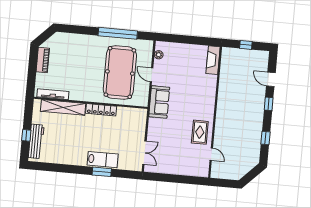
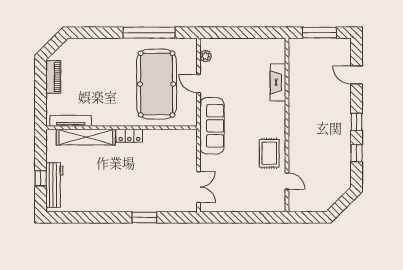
window: (246, 45) -> (320, 33), width x2.17
fireplace: (213, 60) -> (278, 82), moved
sofa: (159, 102) -> (212, 126), width x1.36
window: (269, 104) -> (357, 122), moved
locker: (101, 110) -> (129, 136), width x0.66
lab bench: (103, 160) -> (144, 201), removed

